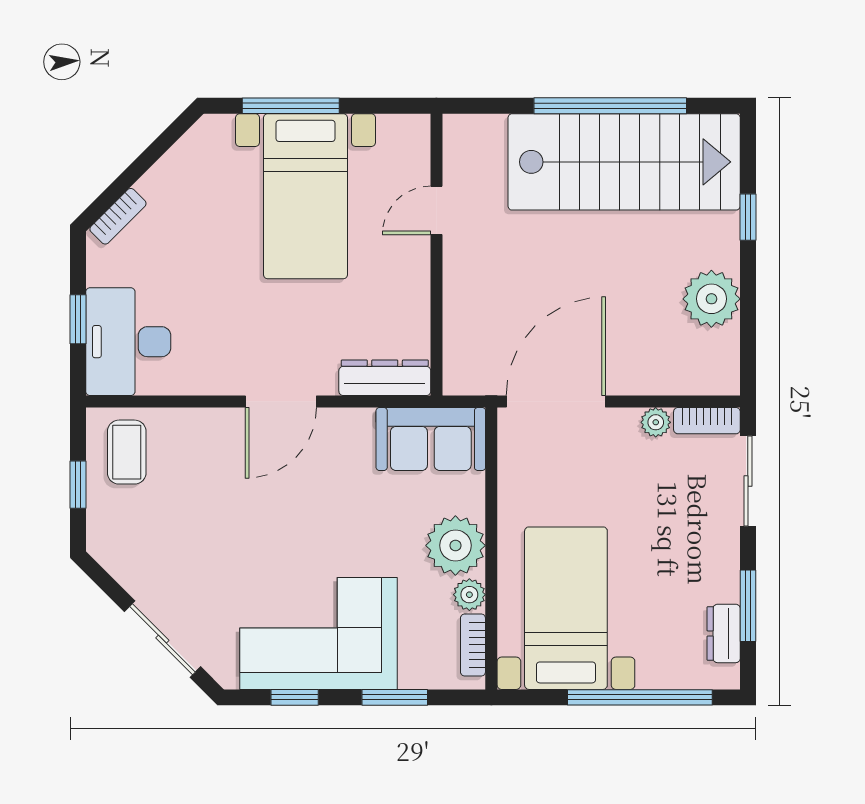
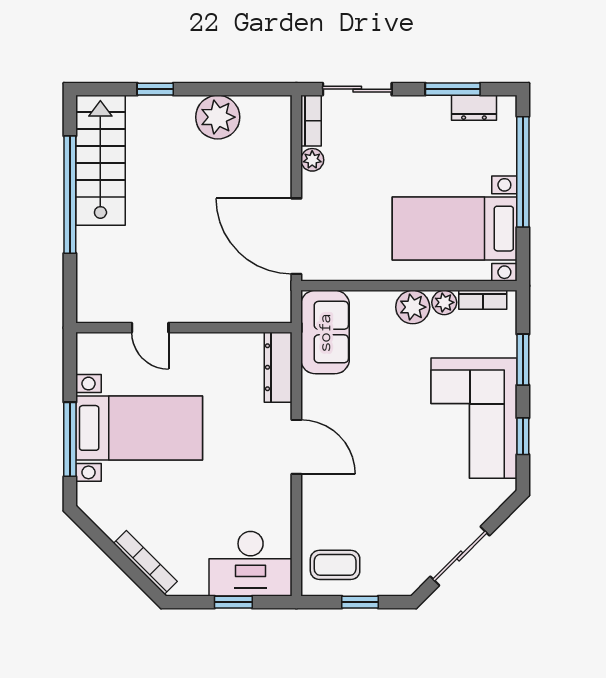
stairs: (624, 162) -> (100, 160), width x0.73, depth x0.66
bookcase: (118, 216) -> (145, 562), width x1.56
plant: (455, 545) -> (413, 307), width x0.73, depth x0.73
sliding door: (162, 639) -> (460, 556), moved

